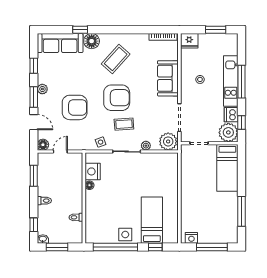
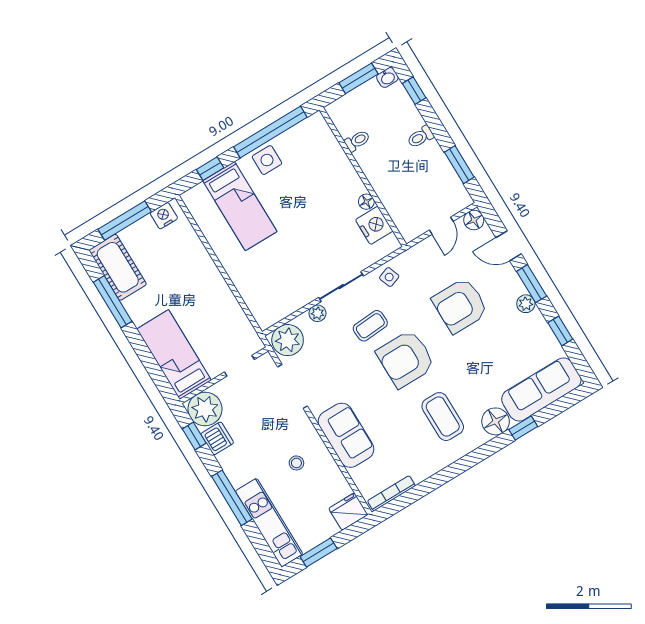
coffee table: (116, 59) -> (443, 417), turned -42
kitchen unit: (231, 81) -> (269, 523), moved
cot: (229, 227) -> (118, 267), added

